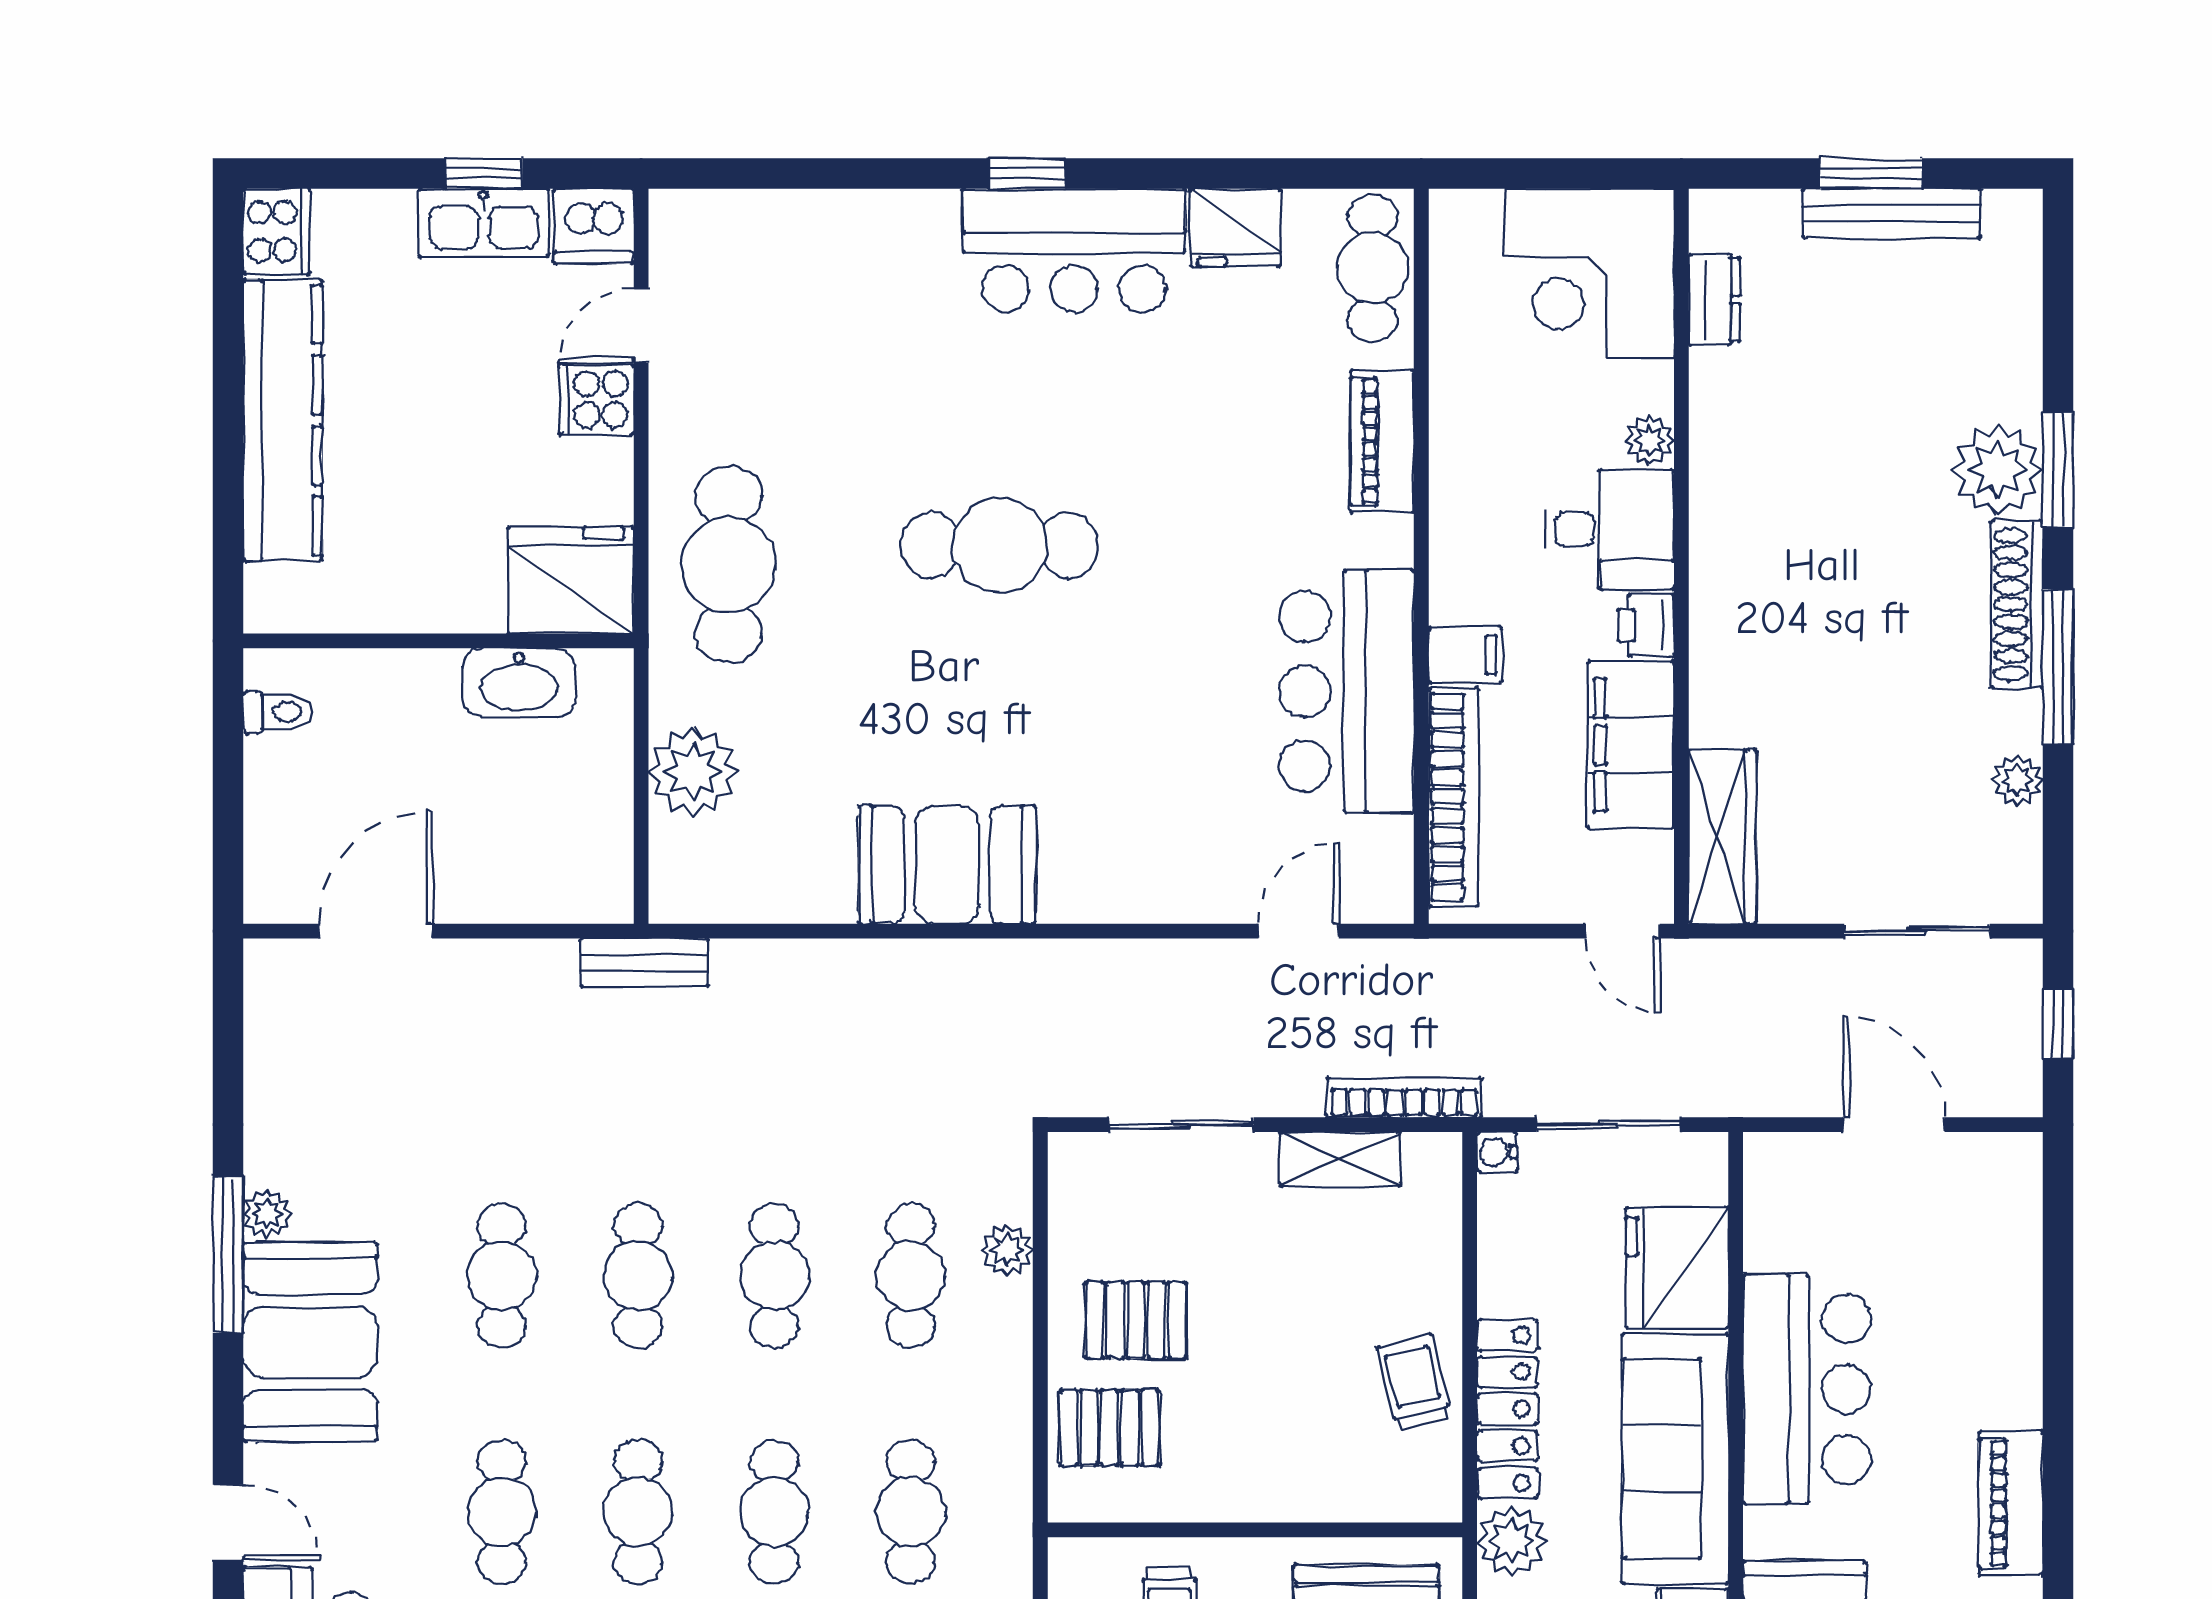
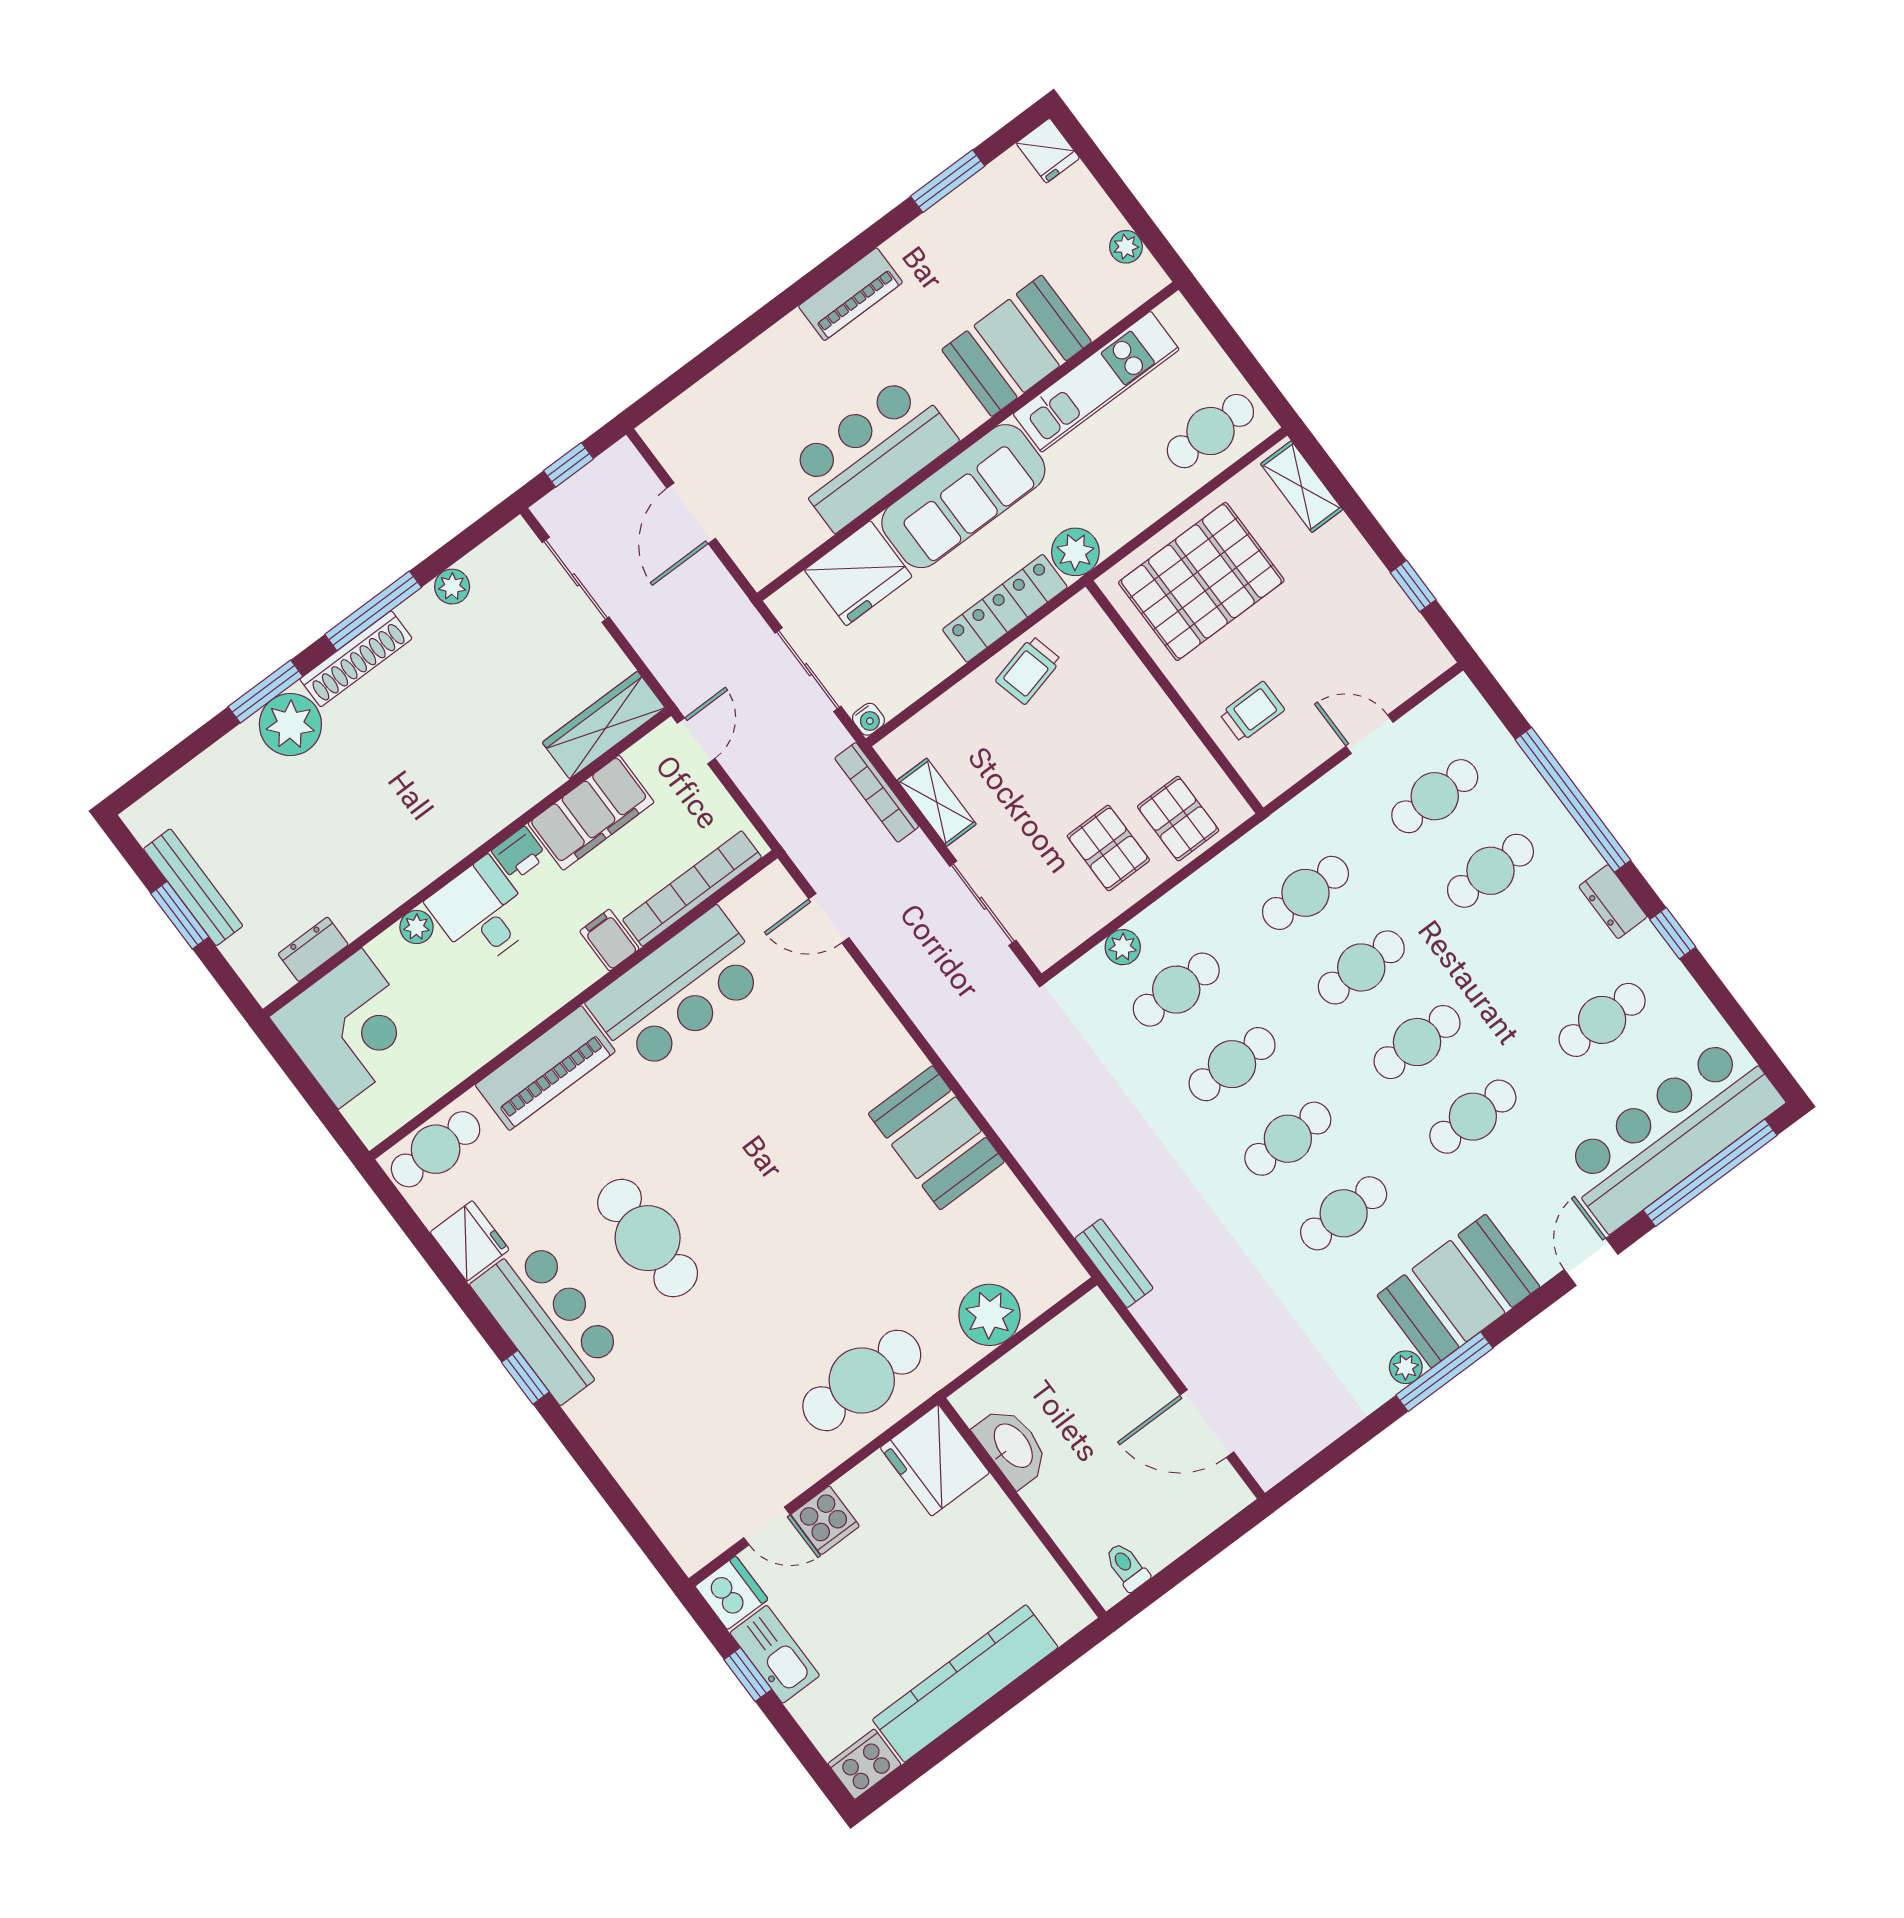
piano: (1382, 441) -> (545, 1068), width x1.37, depth x1.33
cafe table: (1000, 545) -> (648, 1238), moved

